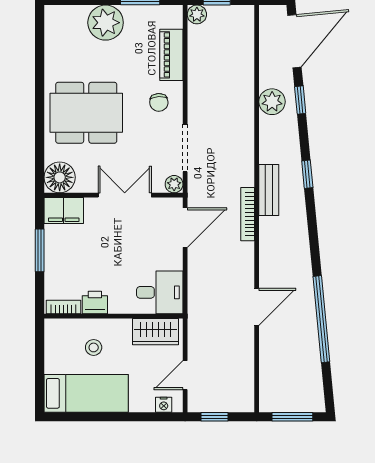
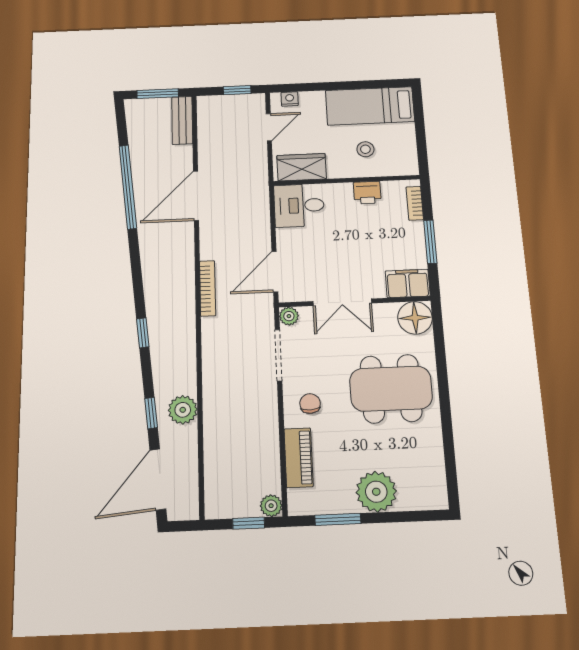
bench: (269, 190) -> (182, 120), moved
bookcase: (64, 307) -> (415, 203), moved, turned 90
door: (257, 307) -> (196, 196), width x1.36

